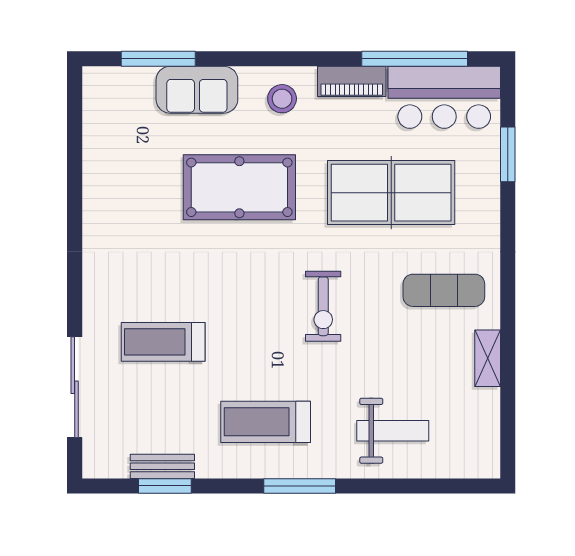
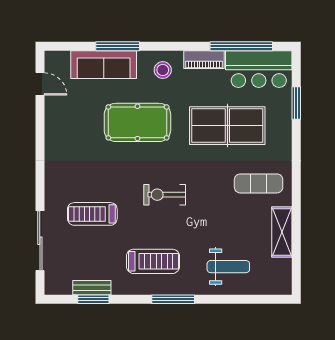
window: (158, 59) -> (118, 46), moved
sofa: (197, 90) -> (104, 65), width x1.36
door: (75, 122) -> (40, 84), added
exercise bike: (323, 306) -> (165, 195), moved, turned 90
shelving: (488, 358) -> (282, 232), width x1.50, depth x1.33
treadmill: (266, 422) -> (153, 261), turned 180

